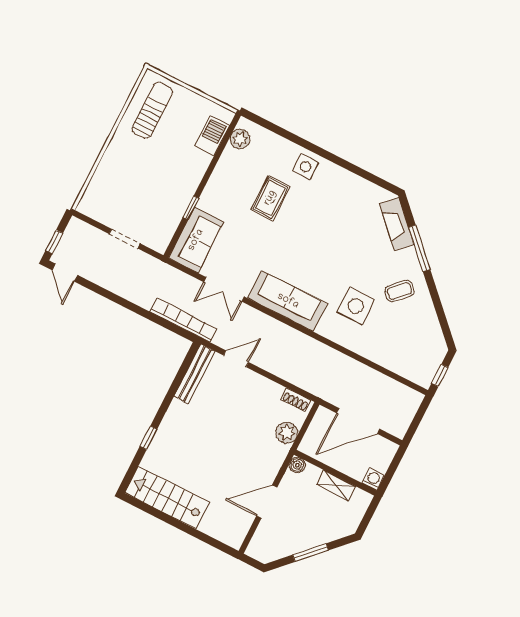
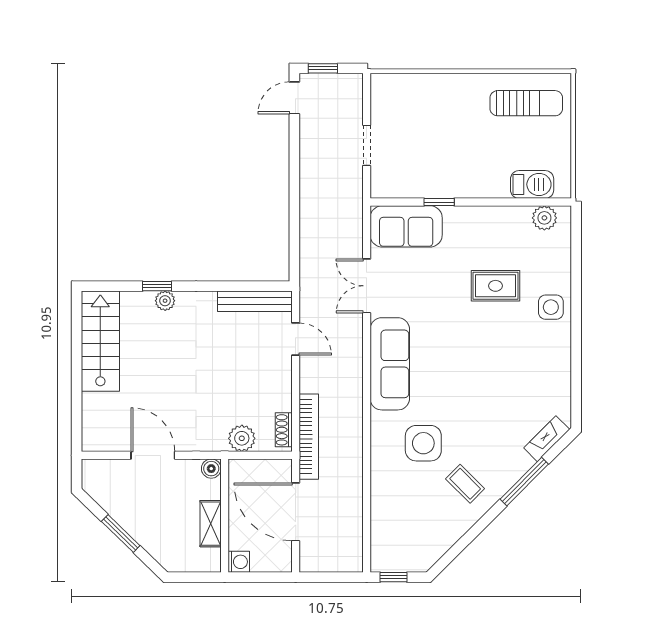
fireplace: (397, 224) -> (547, 439), width x0.73, depth x0.76
bookcase: (183, 320) -> (309, 437), moved
plant: (162, 437) -> (165, 301), added

